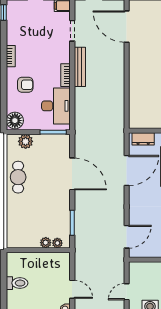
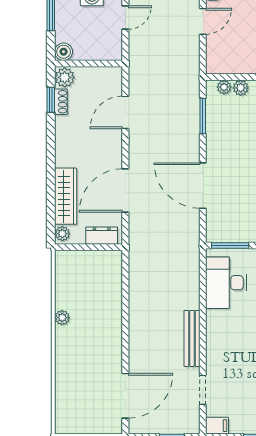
door: (127, 27) -> (125, 396), hinge flipped
bookcase: (66, 75) -> (212, 327), removed
door: (127, 237) -> (125, 112), moved
door: (72, 289) -> (203, 21), swing flipped

